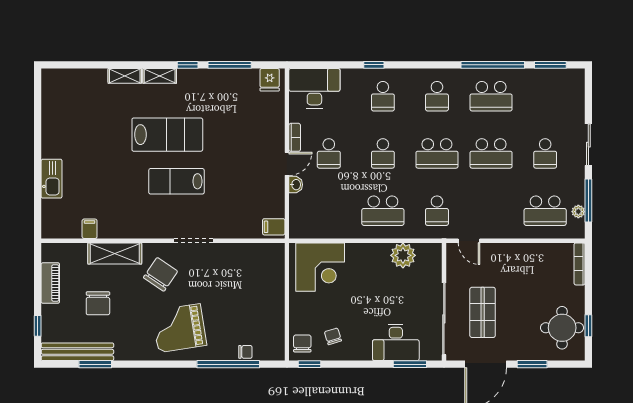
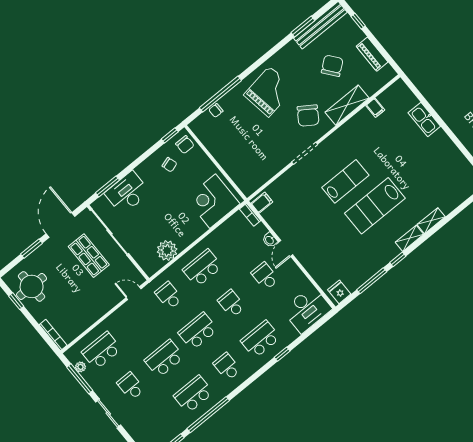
school desk: (383, 96) -> (260, 339), width x1.85
bookcase: (295, 137) -> (250, 215), moved
chair: (98, 303) -> (332, 66), turned 52

